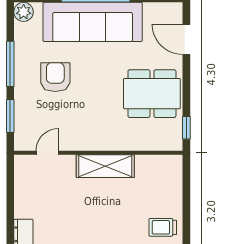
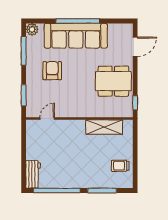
door: (186, 39) -> (135, 47), swing flipped
window: (10, 64) -> (24, 51), moved
shelving: (105, 166) -> (104, 127), moved

